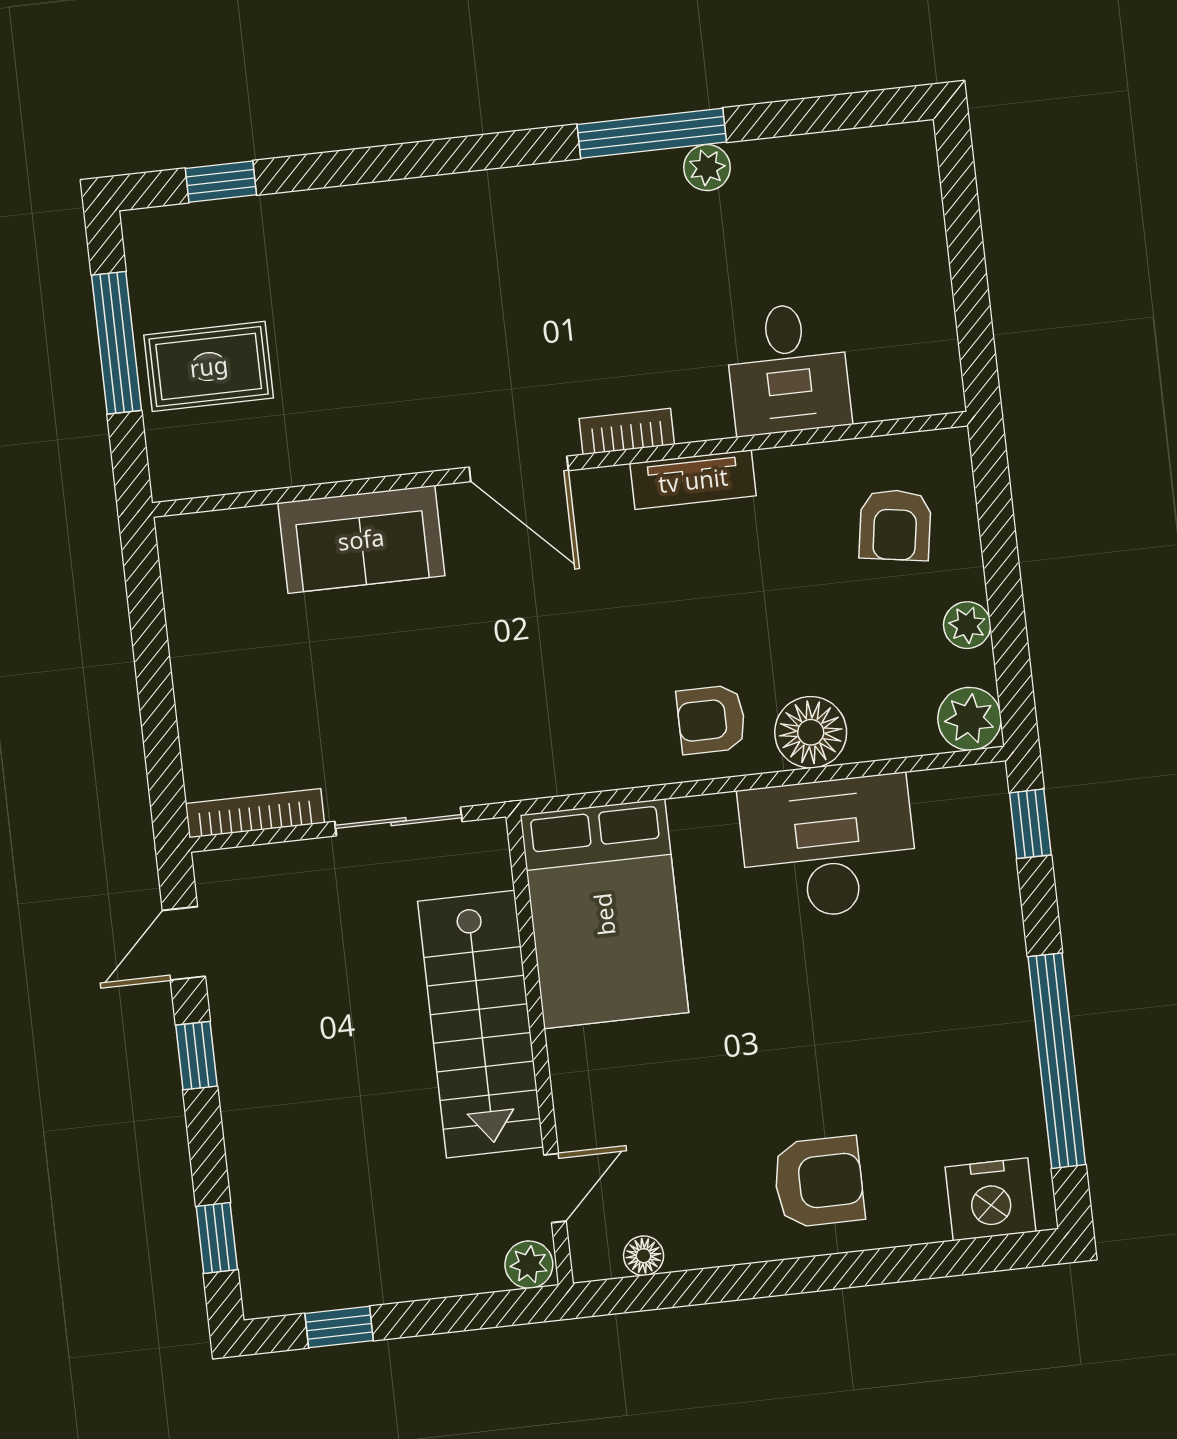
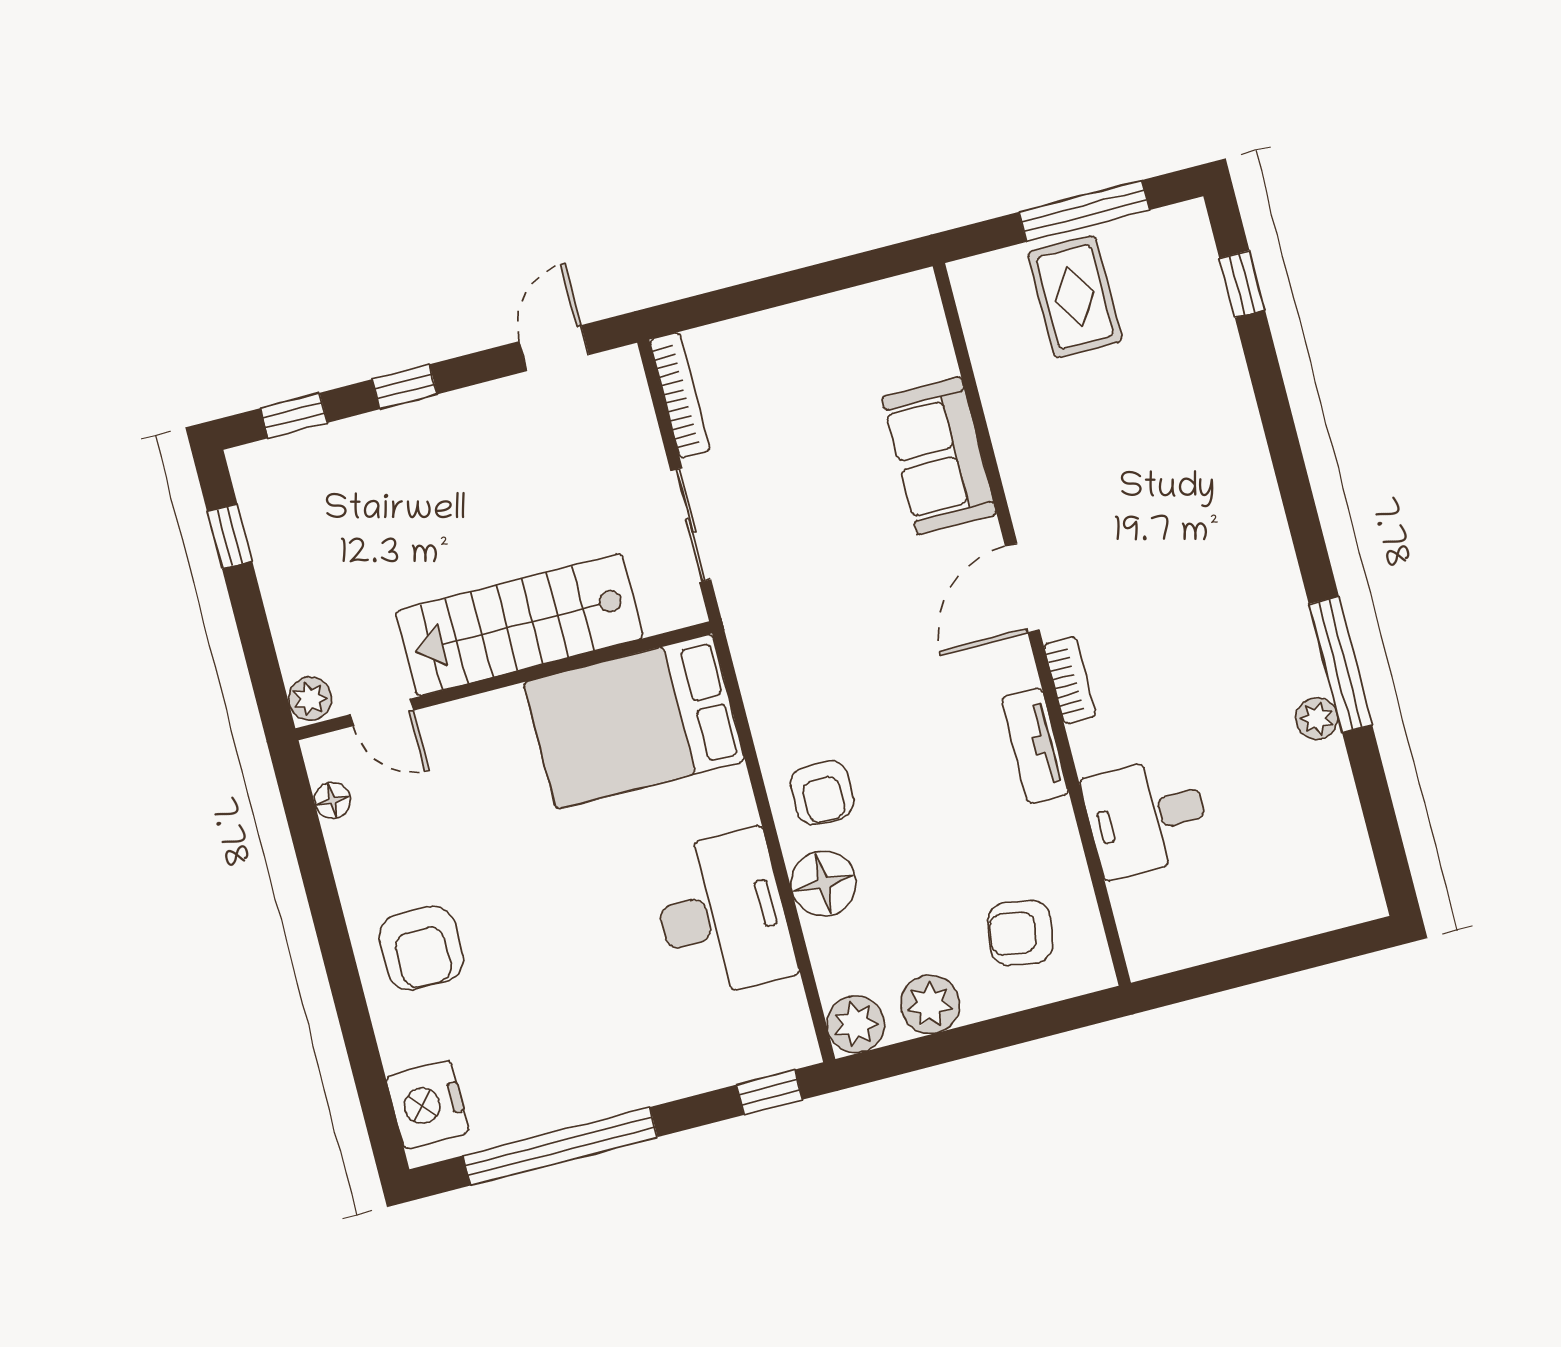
plant: (967, 625) -> (930, 1005), width x1.38, depth x1.38
armchair: (711, 720) -> (822, 793), turned 180
door: (184, 943) -> (554, 348), hinge flipped
window: (196, 1056) -> (405, 387), moved

